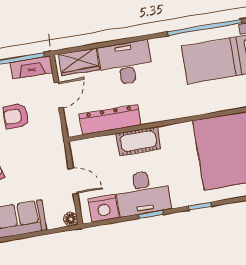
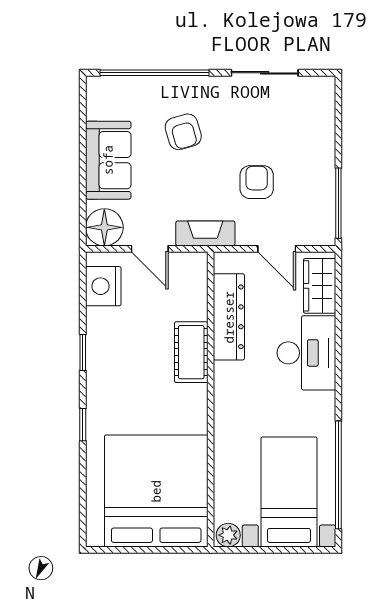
fireplace: (31, 67) -> (205, 233), moved, turned 90
door: (73, 181) -> (150, 249), hinge flipped
desk: (143, 193) -> (115, 346), removed
floor lamp: (71, 219) -> (104, 227), width x1.89, depth x1.89

